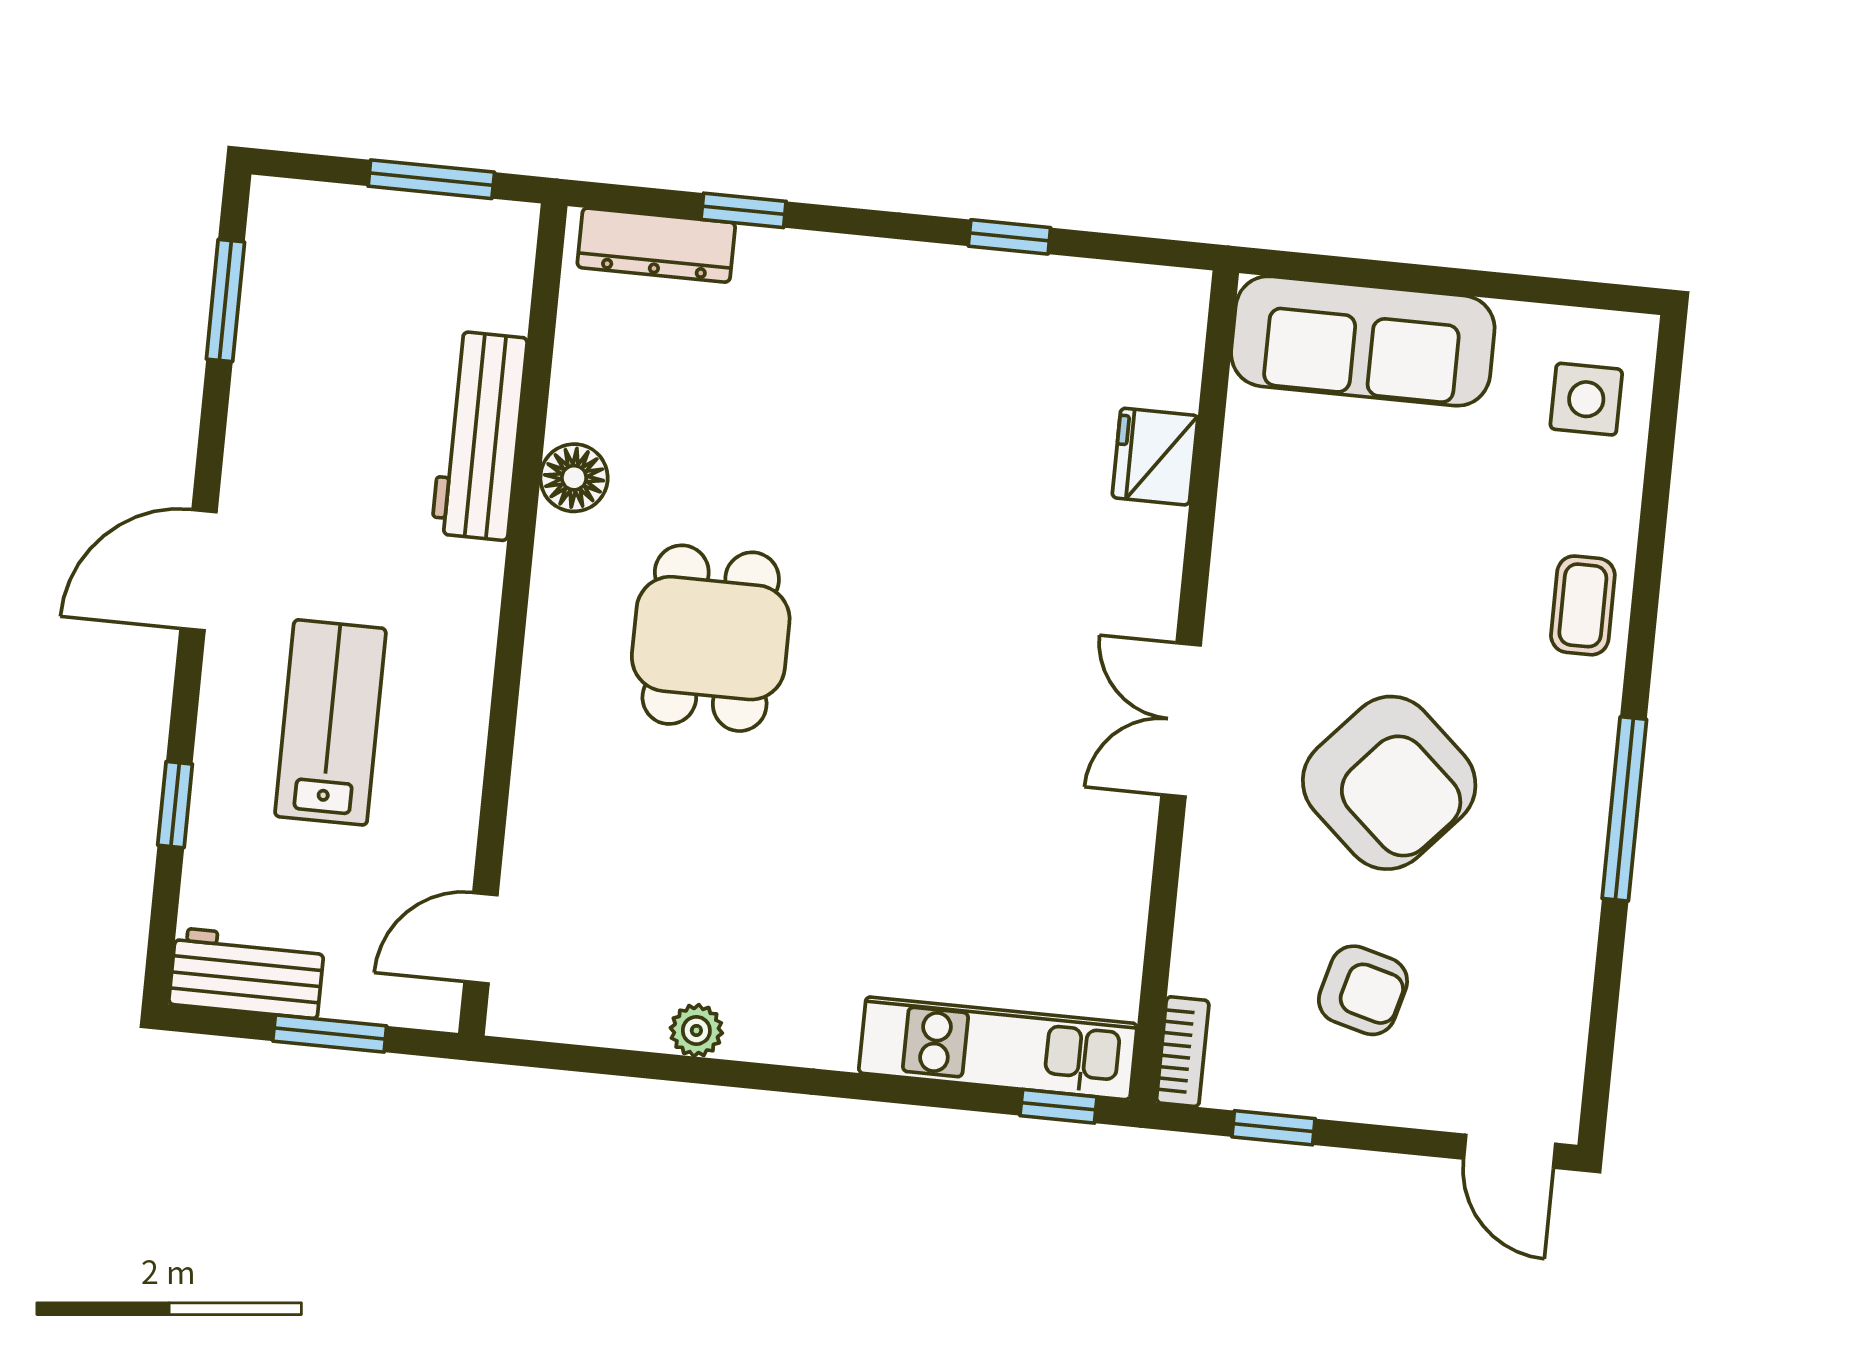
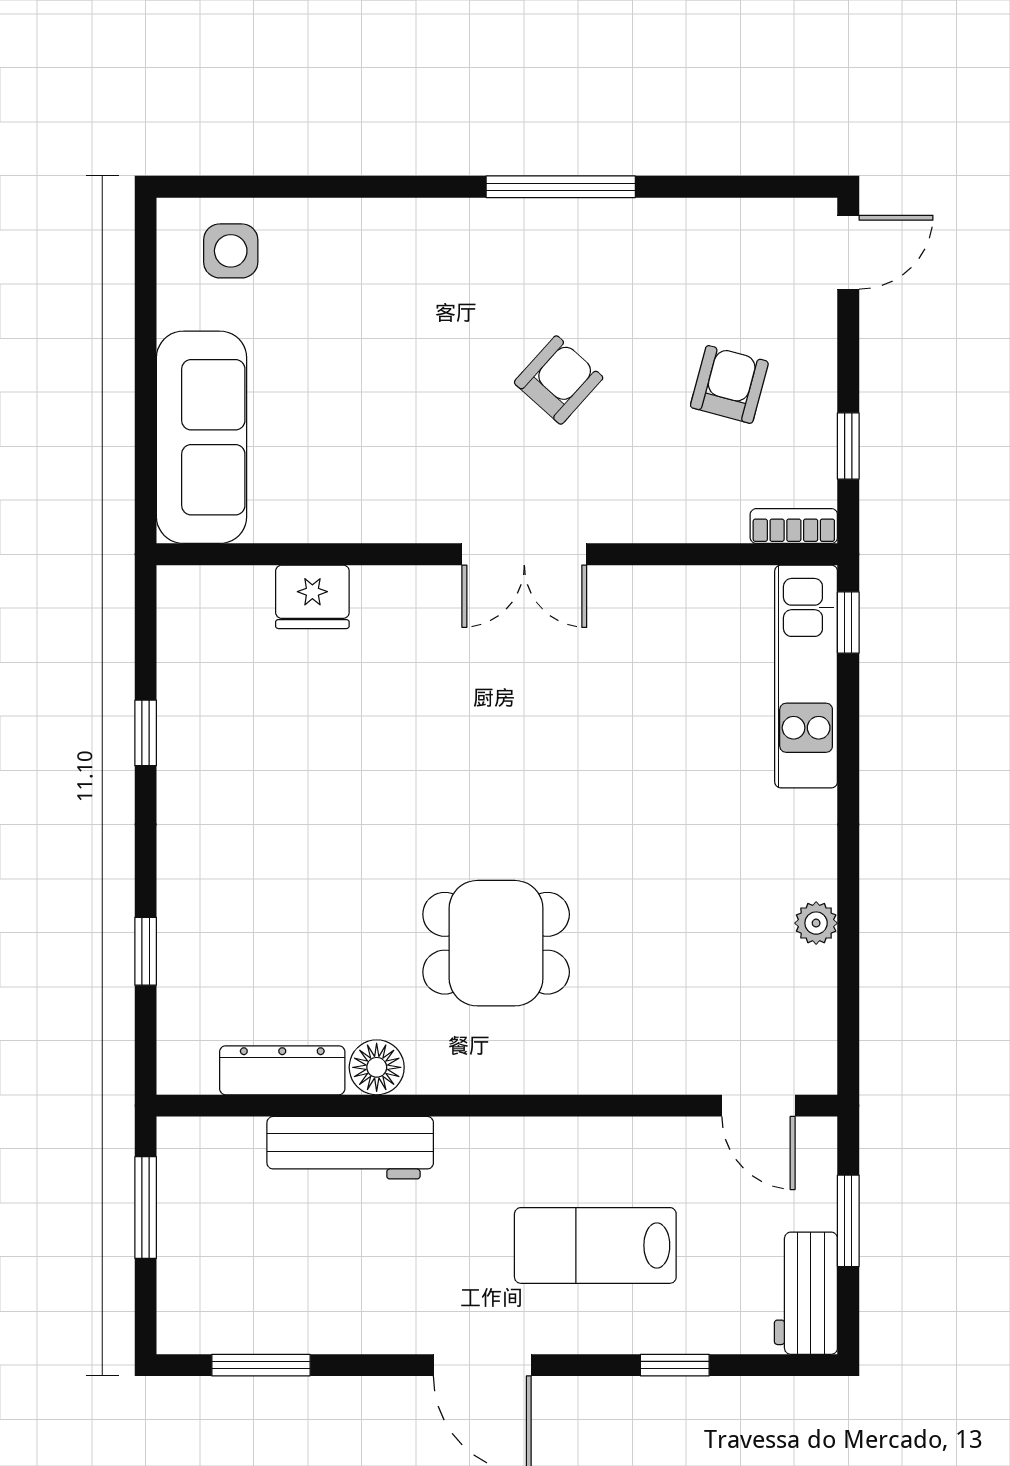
dresser: (656, 245) -> (282, 1070), moved, turned -90
coffee table: (1583, 605) -> (399, 237), removed
armchair: (1389, 783) -> (559, 380), width x0.53, depth x0.53

